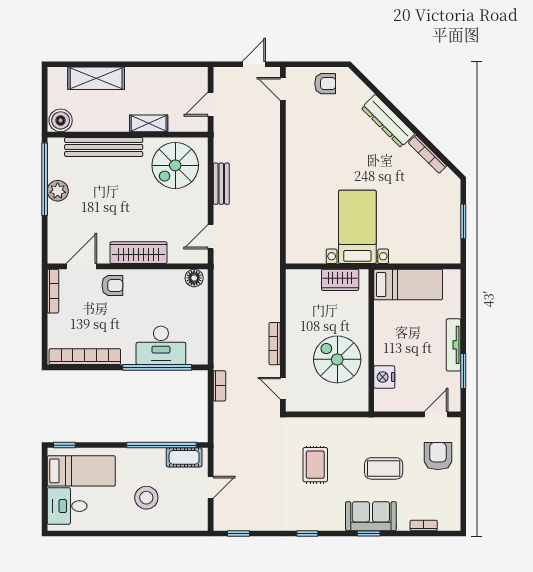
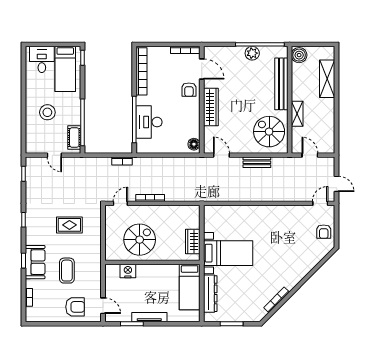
dresser: (388, 121) -> (210, 294), moved, turned 135

